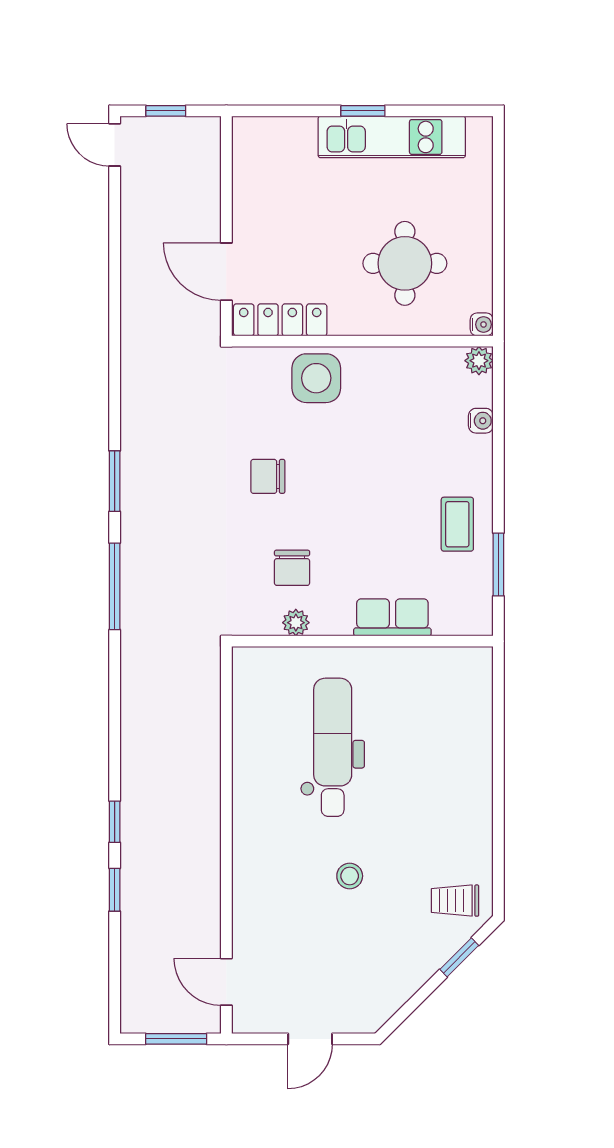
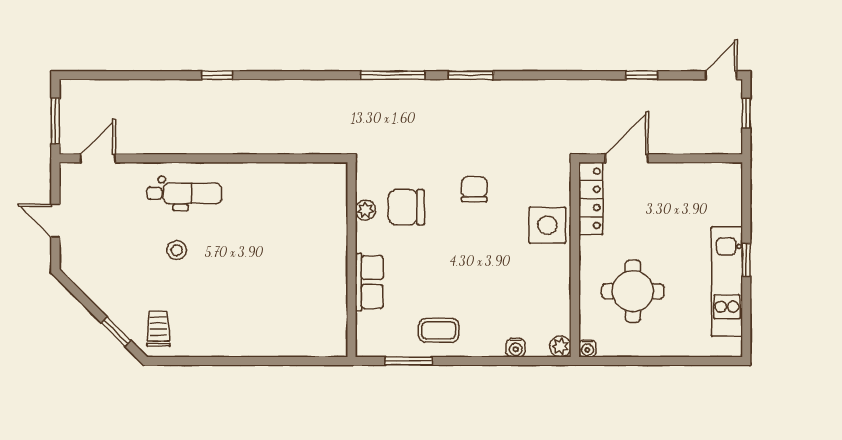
chair: (292, 568) -> (406, 207), width x1.37, depth x1.37
dental chair: (333, 747) -> (184, 193), moved, width x0.73, depth x0.72
window: (115, 890) -> (642, 75), moved

